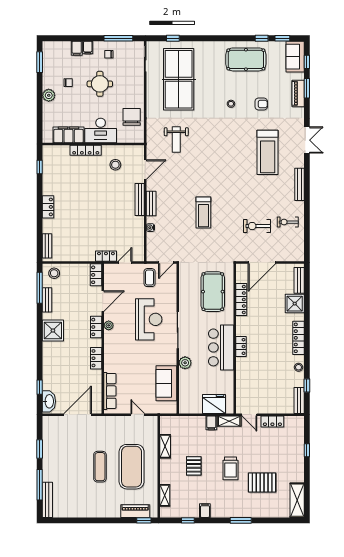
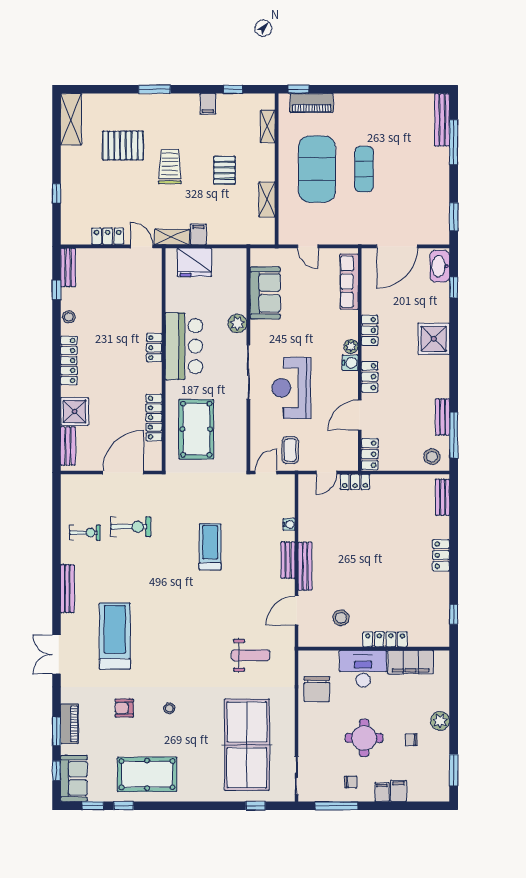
weight bench: (176, 139) -> (250, 655), turned 90
plant: (109, 325) -> (351, 346), moved
shower: (53, 331) -> (434, 339), moved
water cooler: (109, 336) -> (350, 363), added
window: (40, 449) -> (454, 217), moved

